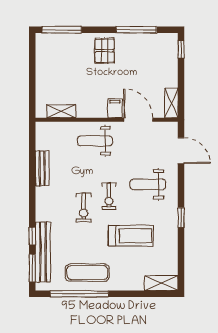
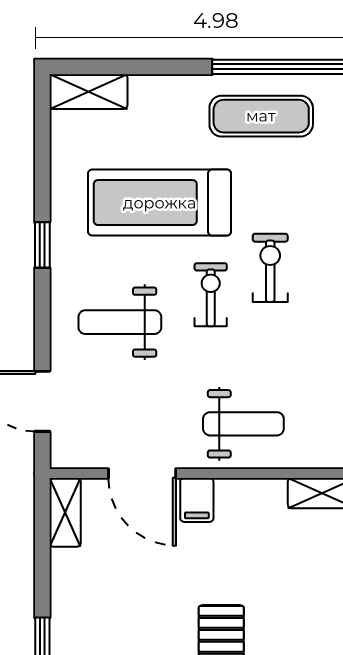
weight bench: (148, 184) -> (120, 322), turned 180
treadmill: (131, 236) -> (160, 203), width x1.37, depth x1.38

